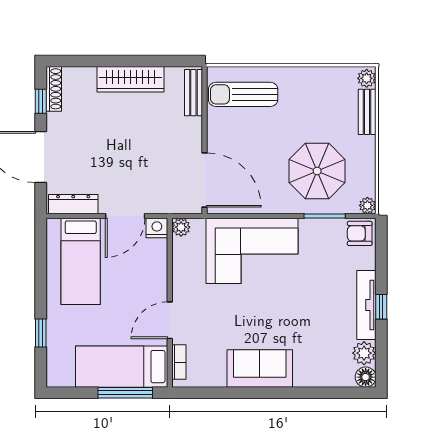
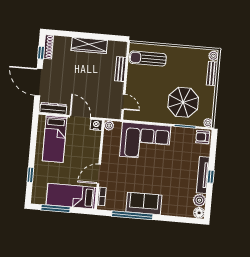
bench: (193, 93) -> (120, 69), moved
door: (204, 180) -> (123, 102), width x0.53
door: (125, 216) -> (80, 117), swing flipped
window: (125, 393) -> (56, 209), moved
window: (240, 393) -> (132, 215), added

